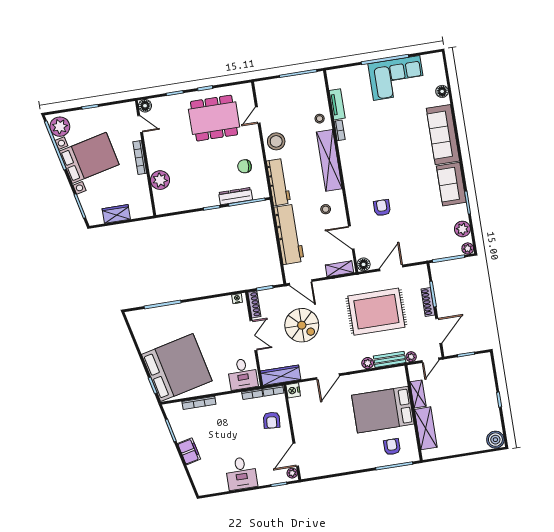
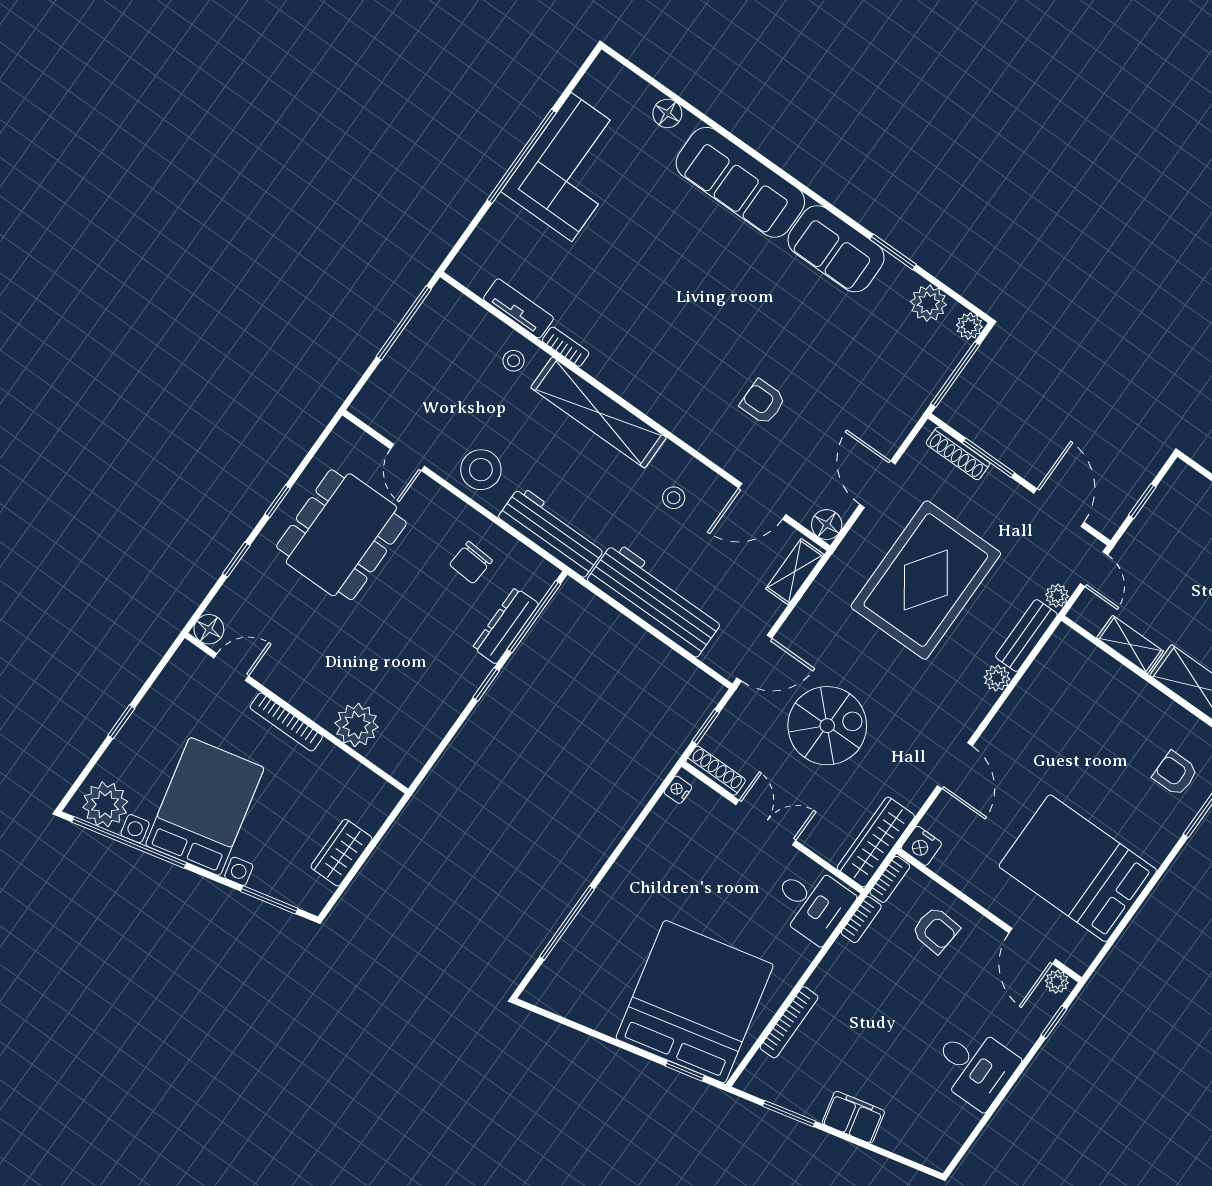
shoe rack: (428, 302) -> (958, 453), moved
bed: (383, 410) -> (1078, 868), moved, turned 90

